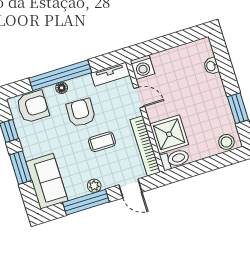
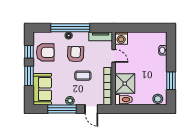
armchair: (33, 107) -> (45, 52), moved

